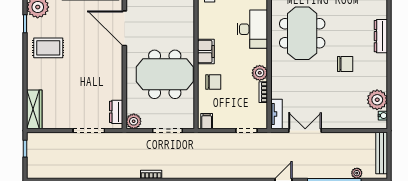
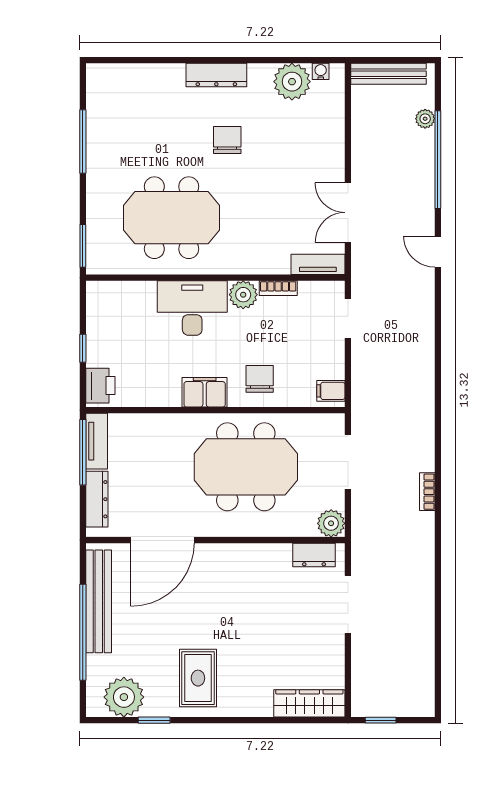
desk: (252, 29) -> (192, 308), moved
dresser: (381, 36) -> (216, 75), moved
meeting table: (165, 74) -> (246, 467), turned 90

